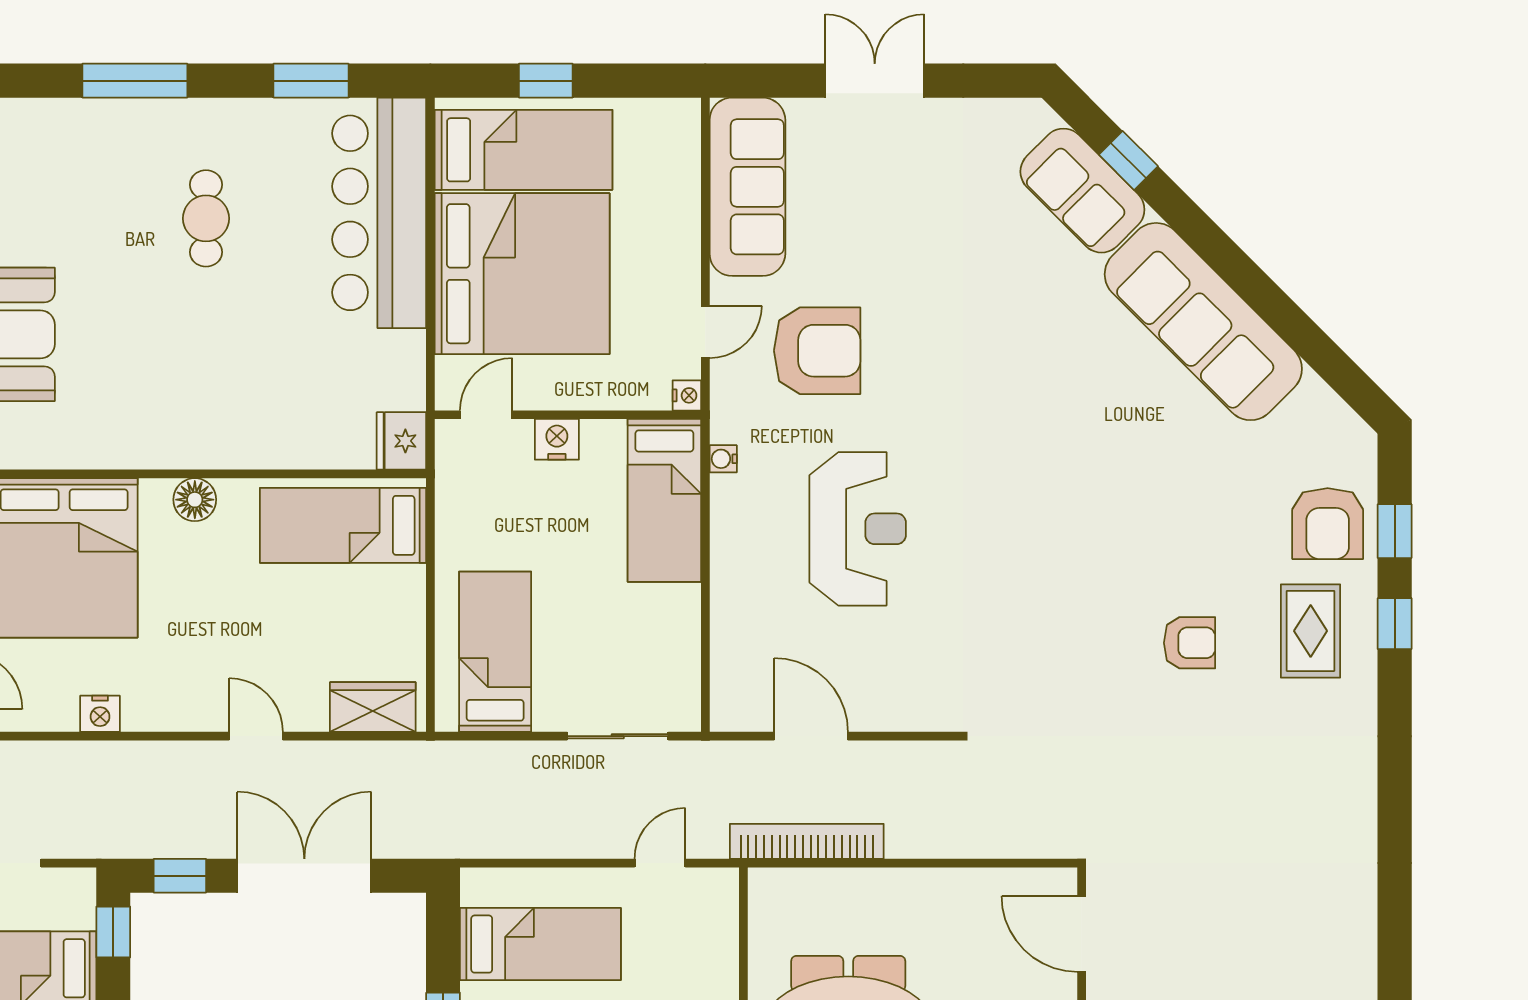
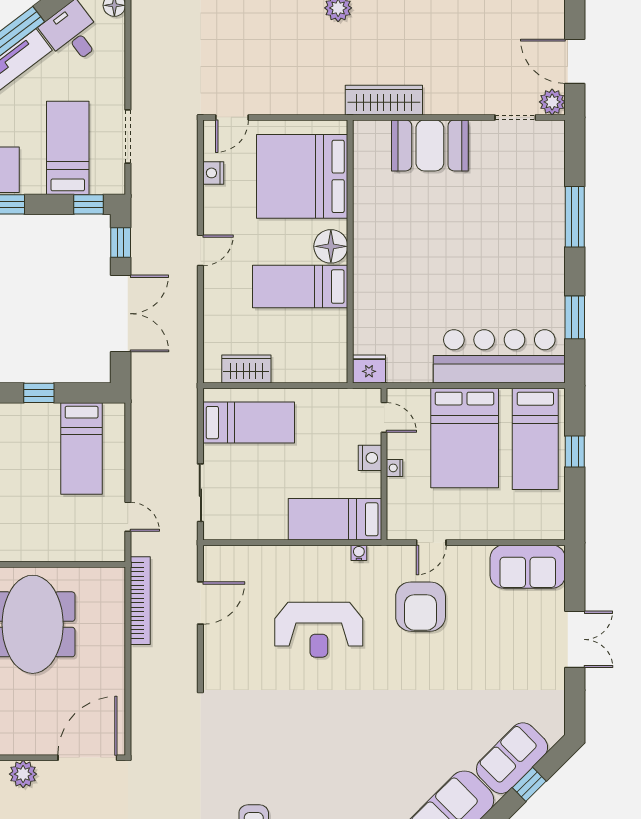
sofa: (747, 187) -> (528, 567), width x0.73
cafe table: (206, 218) -> (496, 257), removed
bed: (522, 274) -> (465, 438), width x0.73
door: (705, 332) -> (431, 543), hinge flipped
nightstand: (687, 395) -> (395, 468), moved, turned 90
floor lamp: (195, 500) -> (331, 246), width x1.38, depth x1.38
bed: (343, 525) -> (300, 287), moved, turned -90
wardrobe: (373, 707) -> (246, 369), moved, turned -90
nightstand: (100, 714) -> (213, 173), moved
door: (256, 736) -> (200, 250), moved
door: (1082, 934) -> (87, 758), width x1.36

